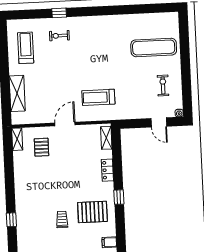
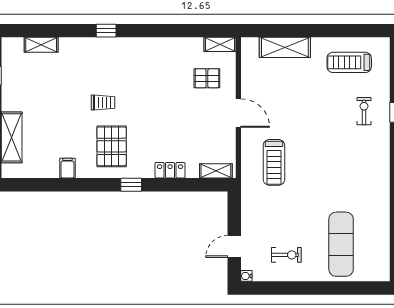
treadmill: (26, 48) -> (349, 62), turned 180
treadmill: (98, 97) -> (274, 162), turned 180

